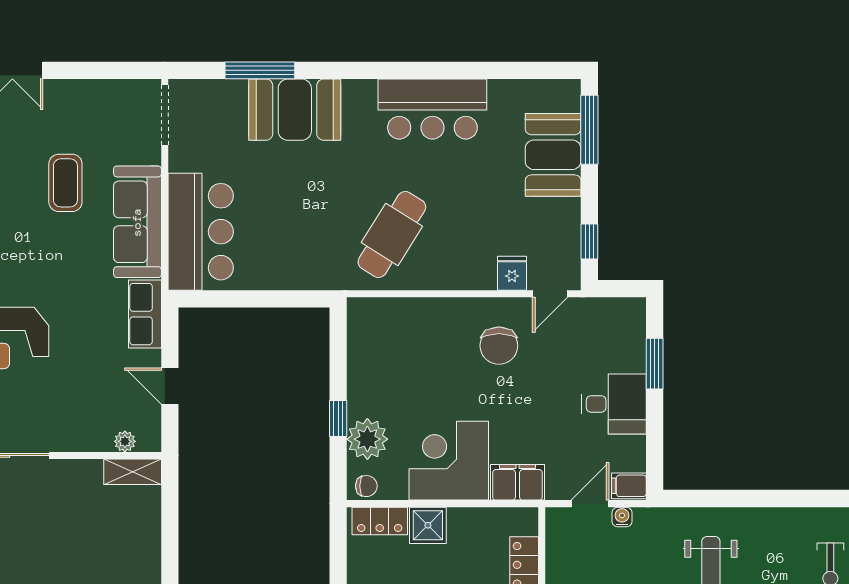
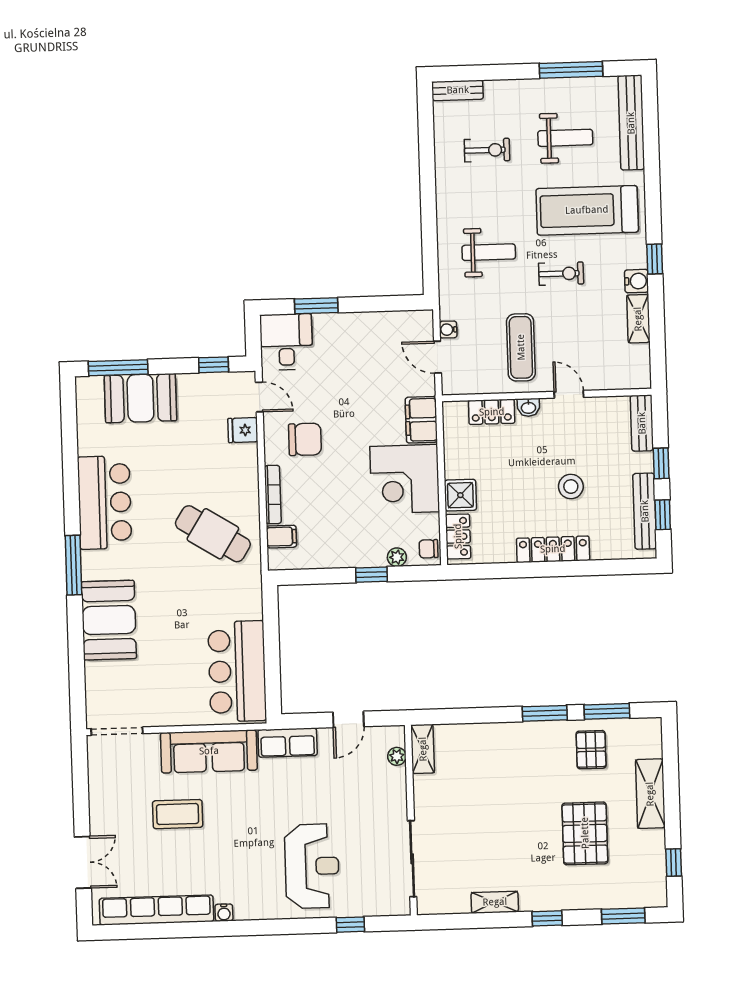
window: (260, 70) -> (73, 565), moved
bar counter: (201, 232) -> (237, 671), moved, turned -90
bookcase: (436, 306) -> (273, 495), added
desk: (614, 404) -> (286, 342), moved
plant: (367, 439) -> (397, 557), width x0.53, depth x0.53
chair: (366, 486) -> (429, 549), turned -90
filing cabinet: (629, 486) -> (281, 537), moved, turned -90

